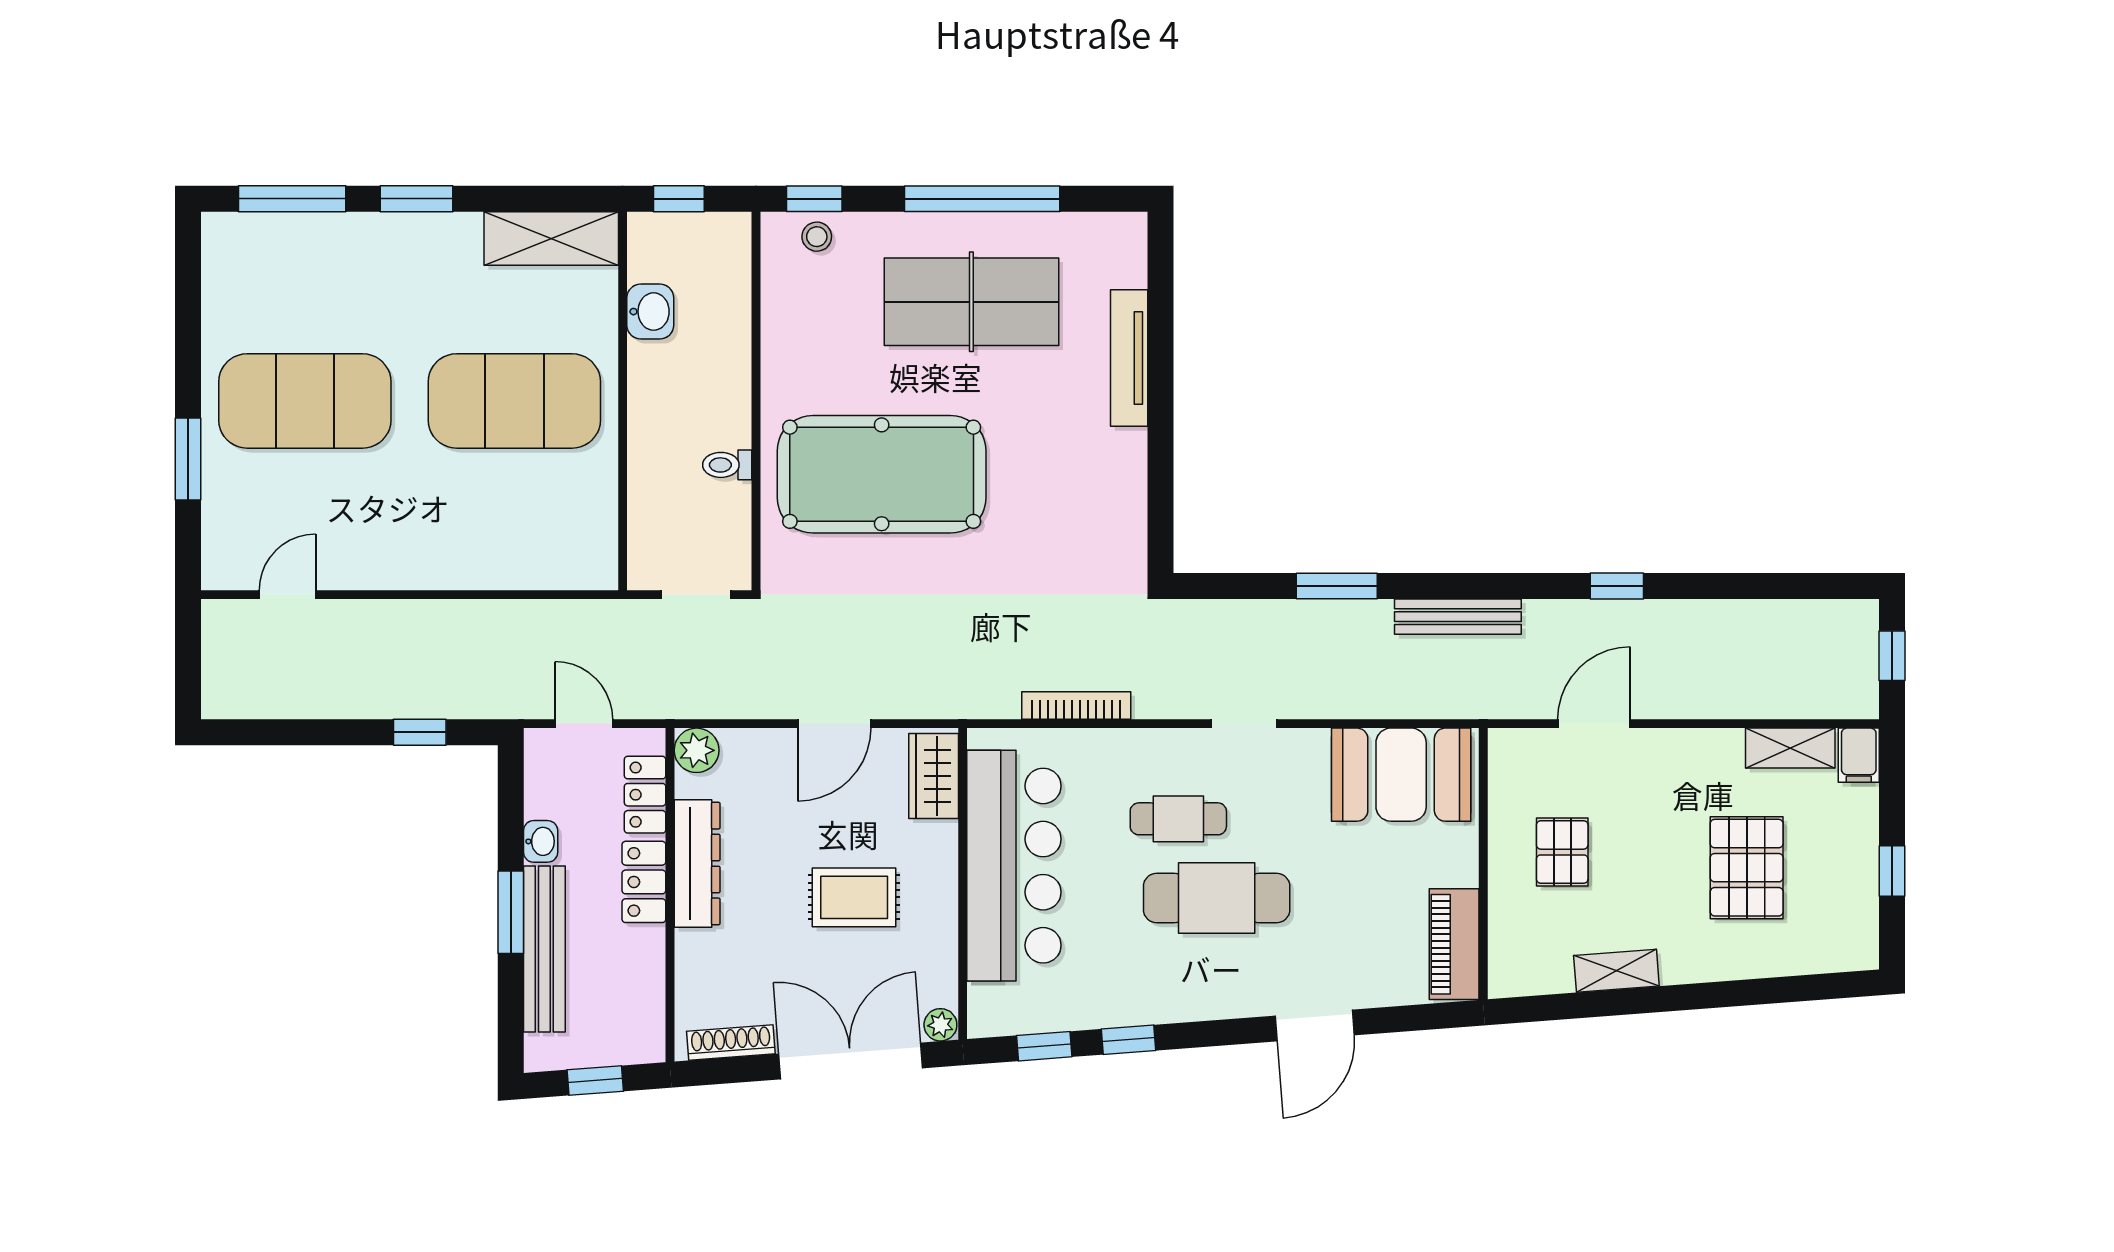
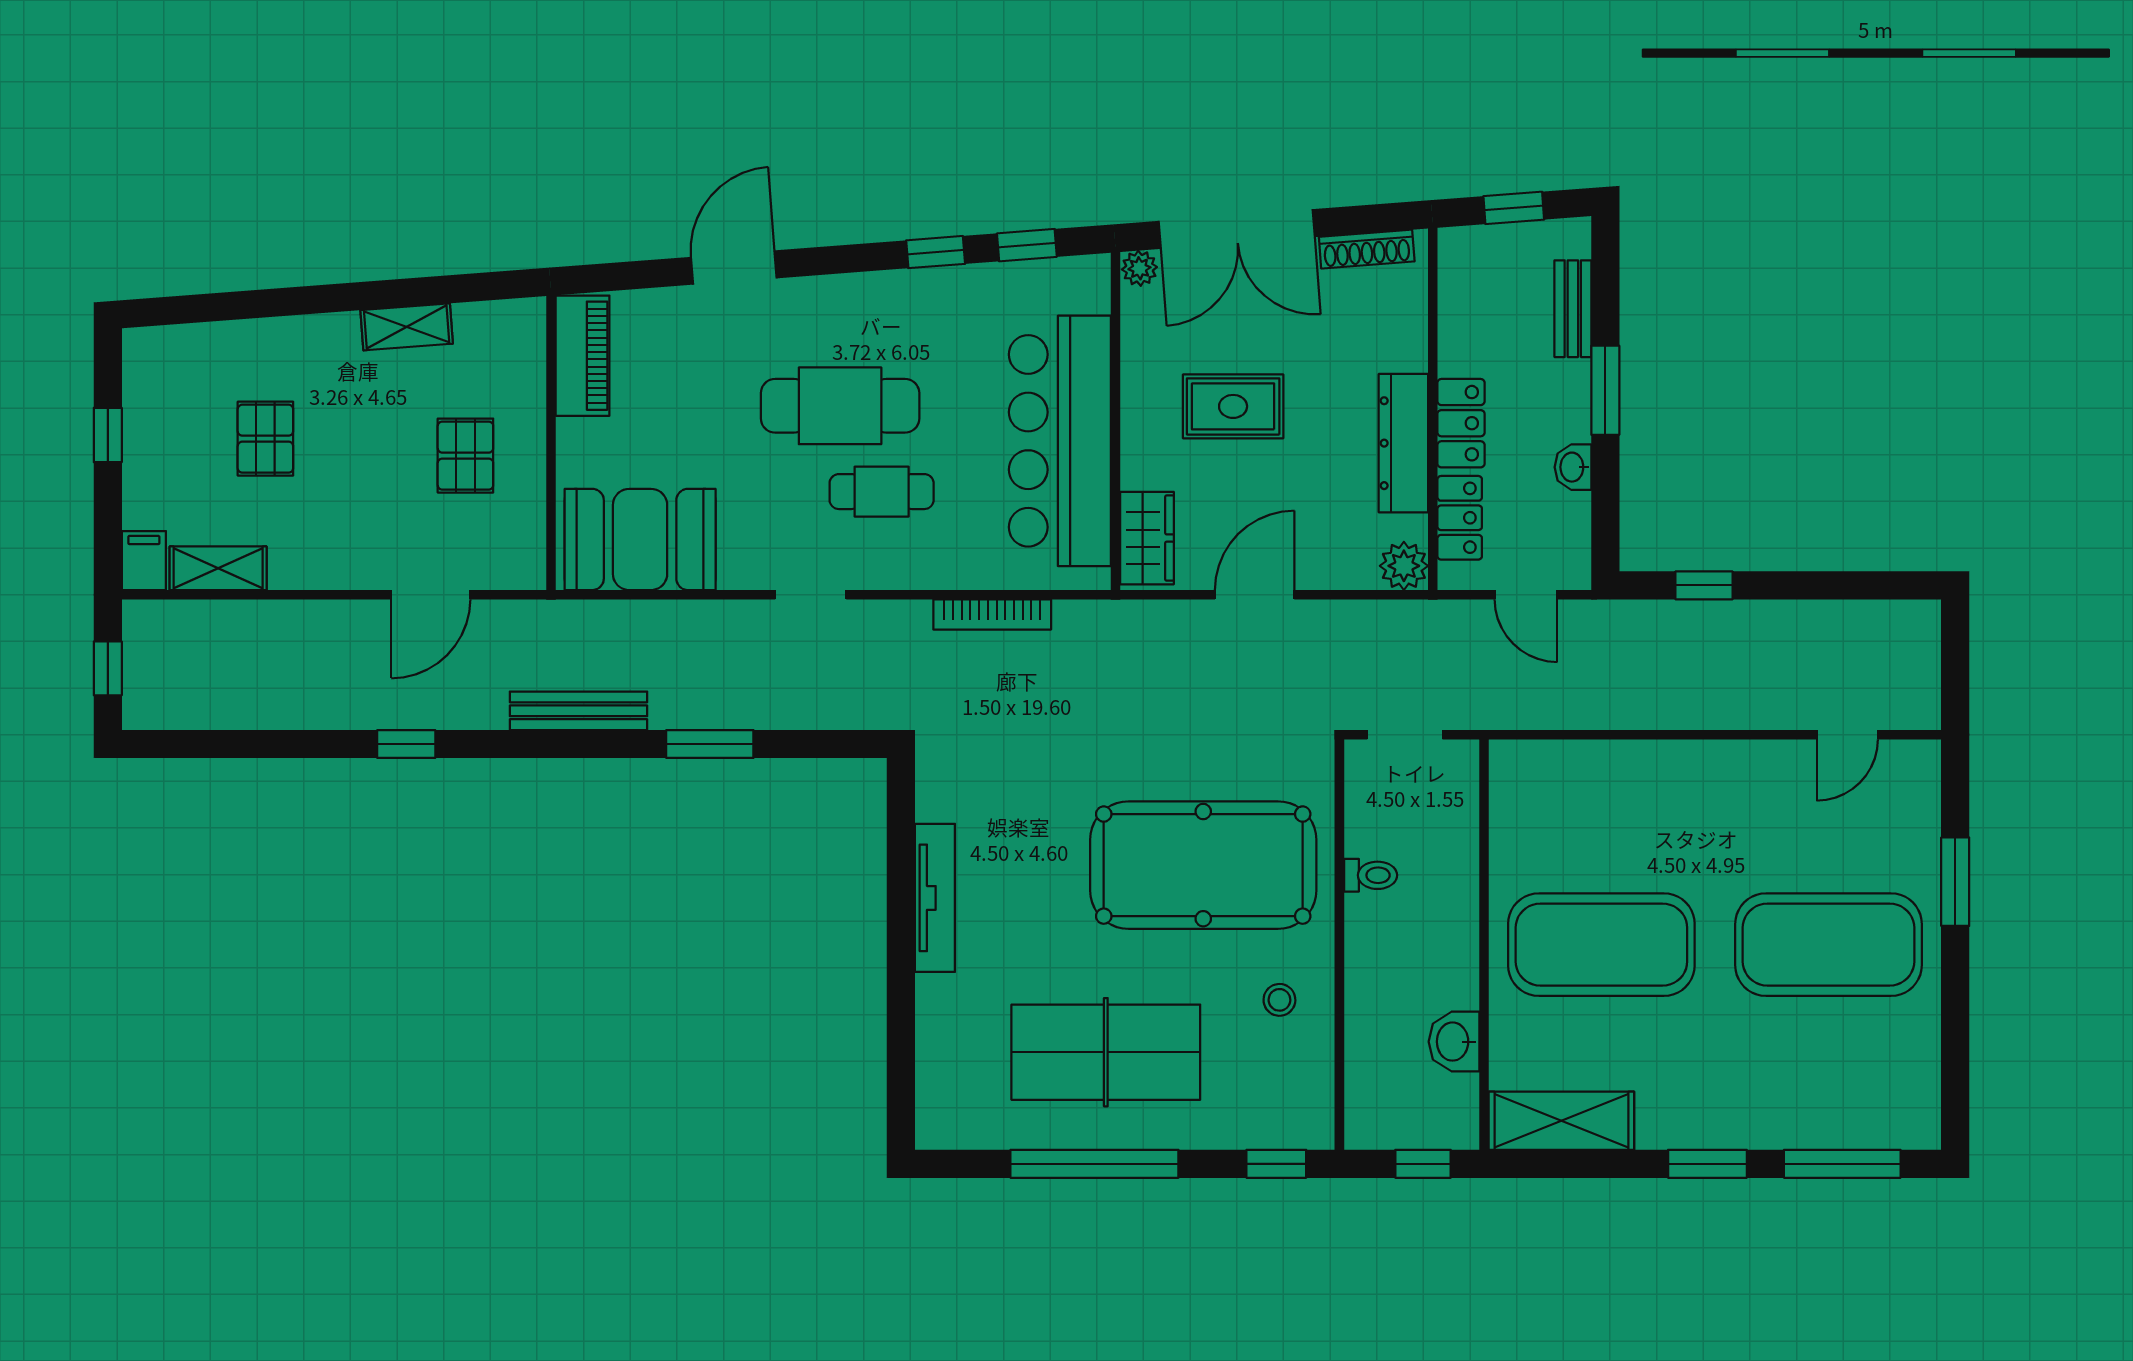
stool: (817, 237) -> (1279, 1000), moved
tv unit: (1129, 358) -> (935, 898), moved
pallet: (1747, 868) -> (265, 439), width x0.67, depth x0.71
bench: (544, 949) -> (1573, 309), width x0.54, depth x0.82

